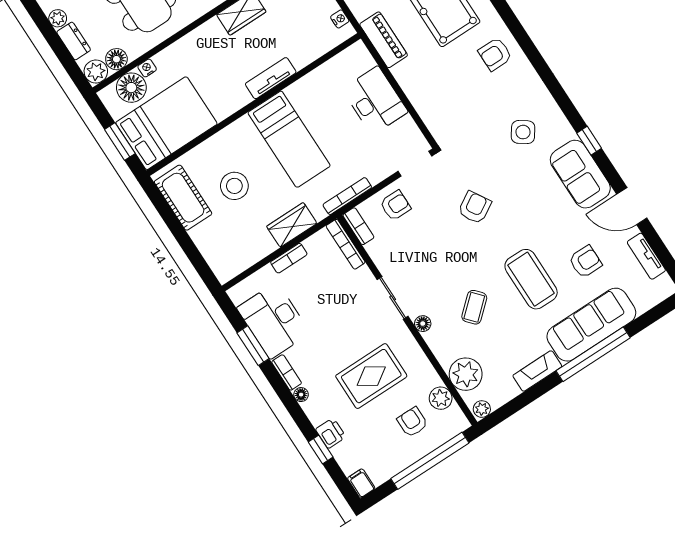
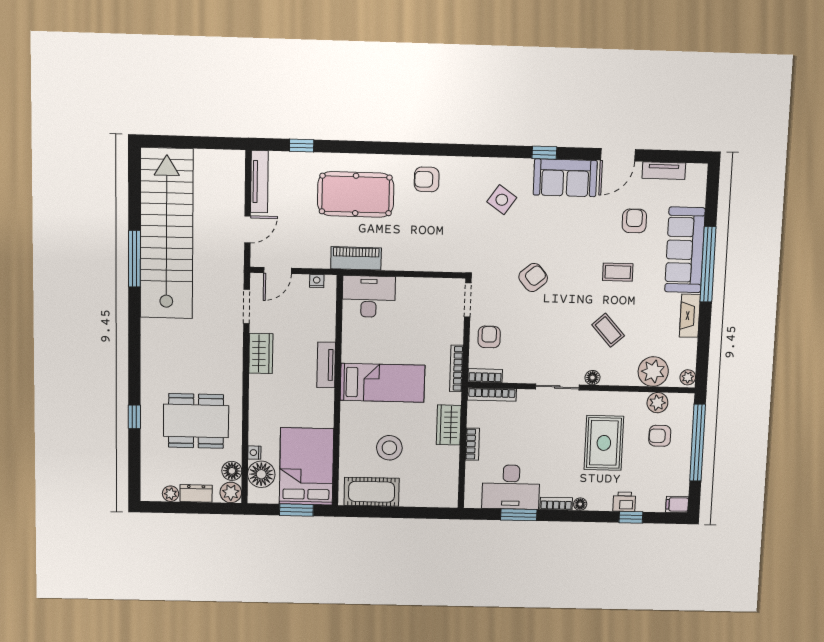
armchair: (495, 54) -> (427, 179), turned 90
desk: (375, 101) -> (369, 297), moved
armchair: (475, 207) -> (533, 277), turned 81
coffee table: (531, 279) -> (618, 272), width x0.54, depth x0.58

